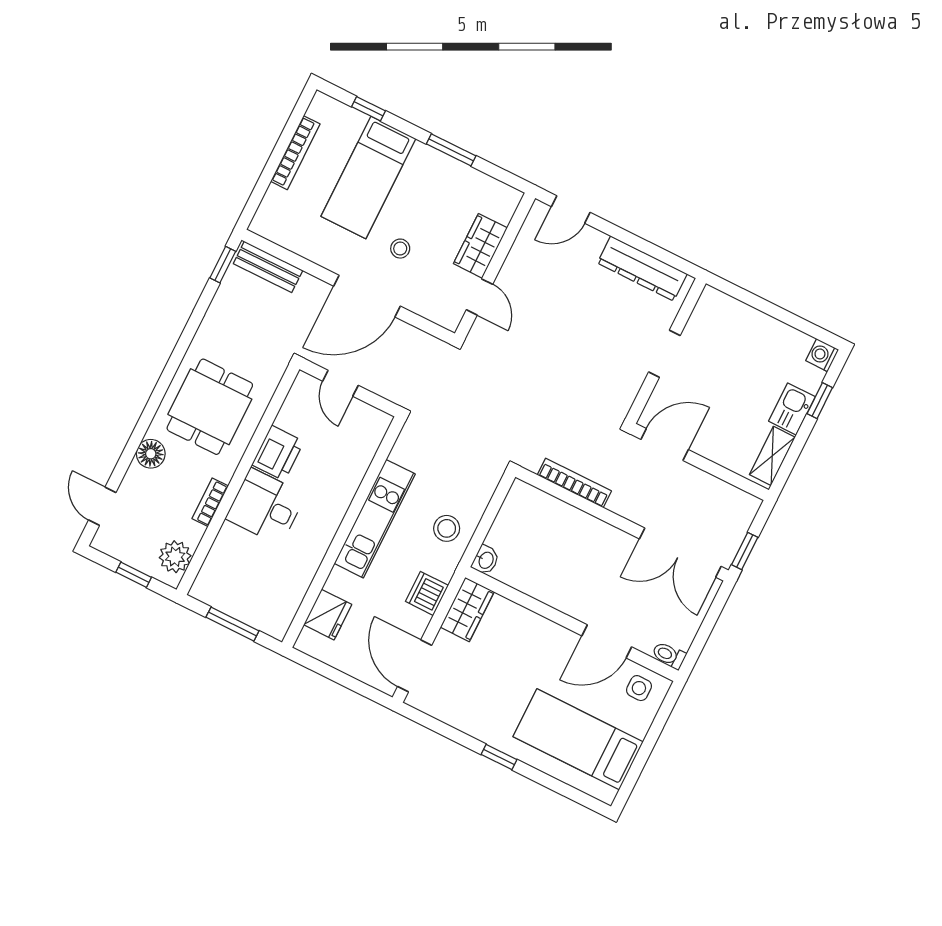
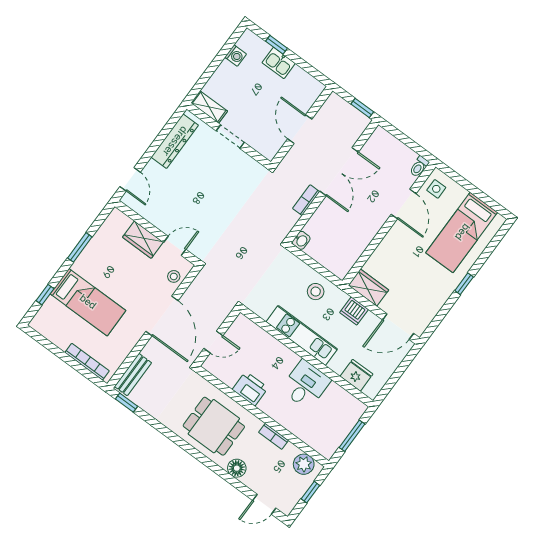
bookcase: (295, 153) -> (87, 362), moved
stool: (400, 249) -> (174, 276), moved
washing machine: (822, 355) -> (236, 56), moved, turned -90
door: (665, 444) -> (300, 129), moved
shelving: (772, 456) -> (209, 107), moved
bookcase: (574, 483) -> (306, 200), width x0.64
desk: (266, 507) -> (306, 385), moved, turned 180
double door: (680, 553) -> (339, 172), moved
washbasin: (486, 560) -> (301, 240), moved, turned 90

